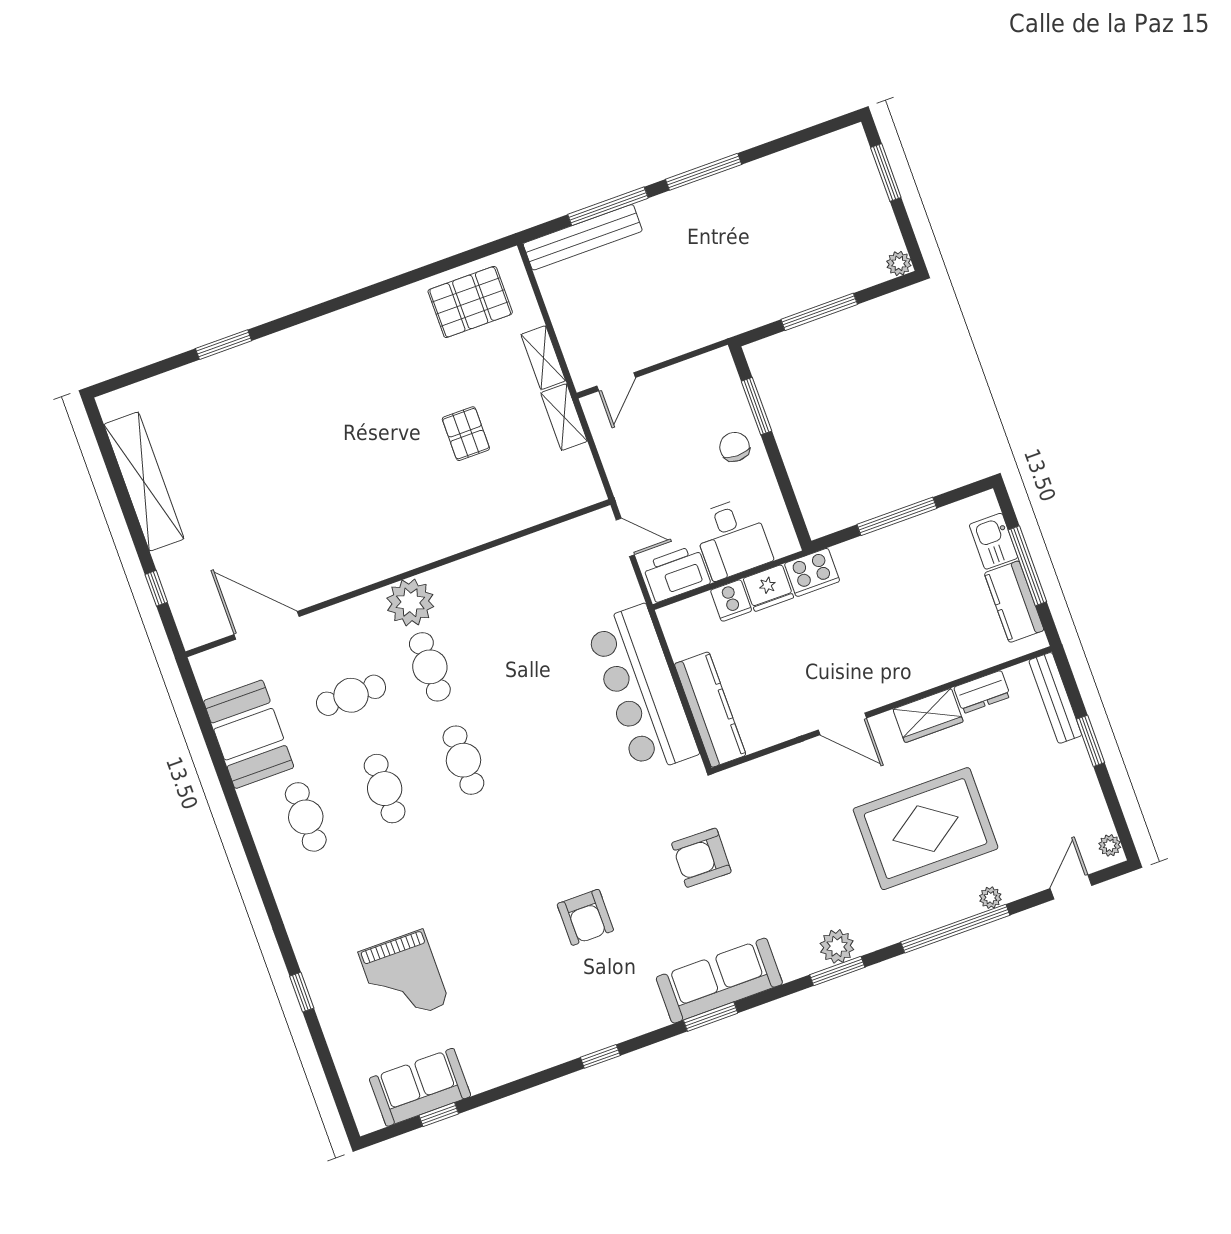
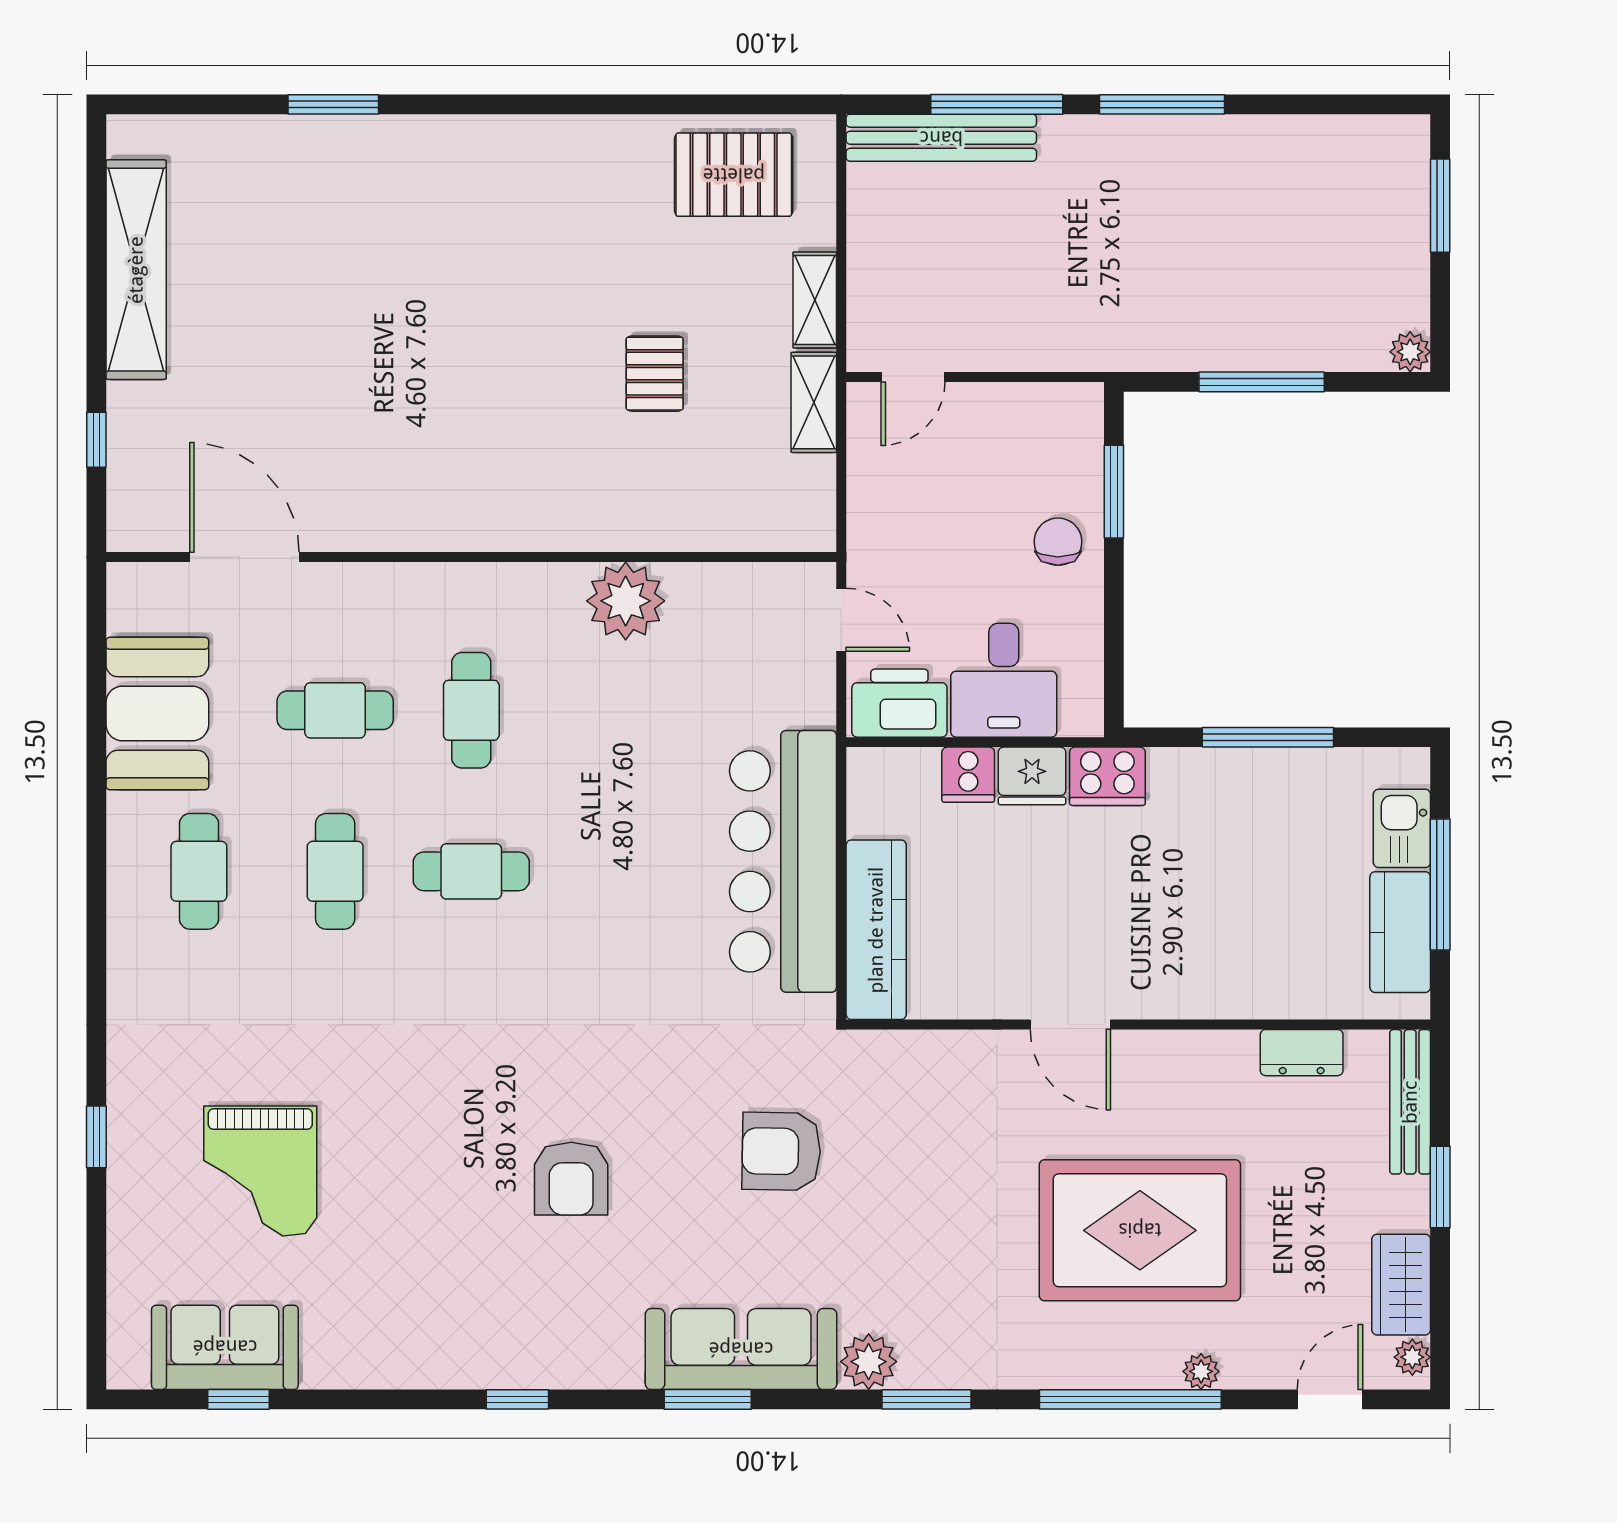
plant: (410, 602) -> (626, 601), moved
wardrobe: (928, 715) -> (1401, 1285), moved, turned 90
cafe table: (463, 760) -> (471, 871), turned 90
plant: (837, 946) -> (869, 1362), moved

